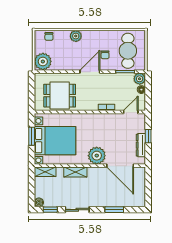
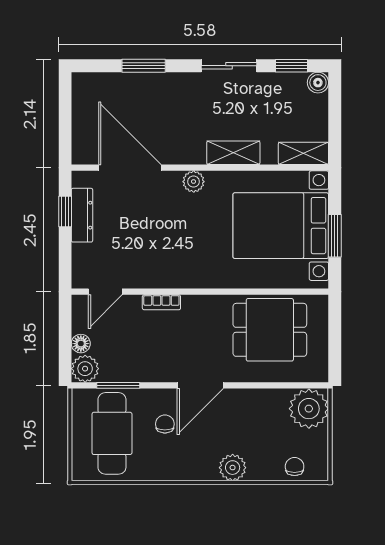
window: (148, 136) -> (65, 212), moved
plant: (97, 156) -> (194, 182), width x0.53, depth x0.53

